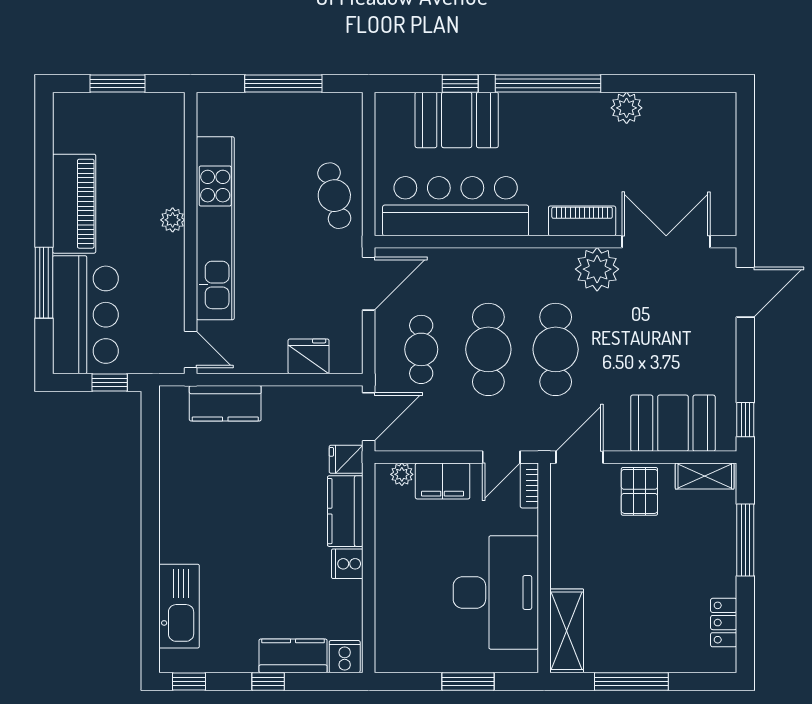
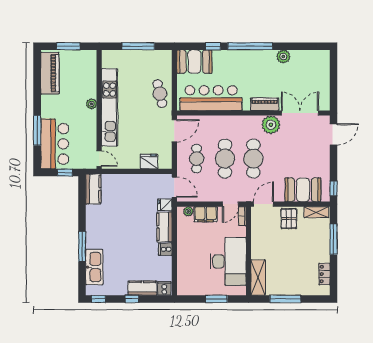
booth: (457, 120) -> (194, 62), moved
piano: (74, 204) -> (50, 73), moved
kitchen counter: (225, 403) -> (93, 189), moved, turned -90
door: (369, 417) -> (174, 187), hinge flipped
window: (150, 558) -> (82, 247), added

